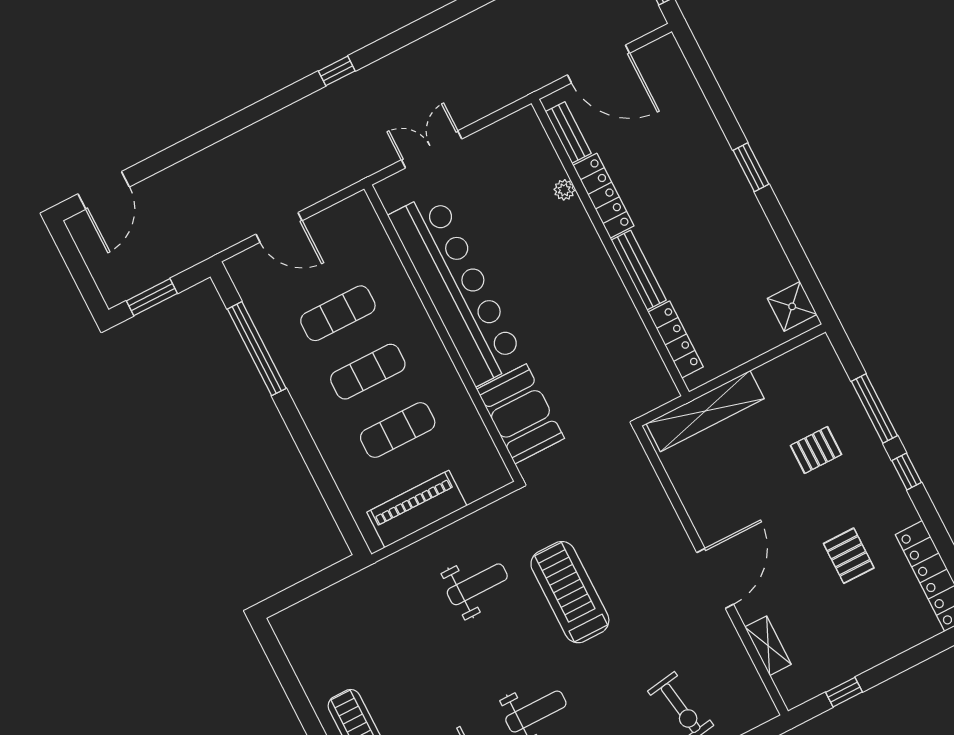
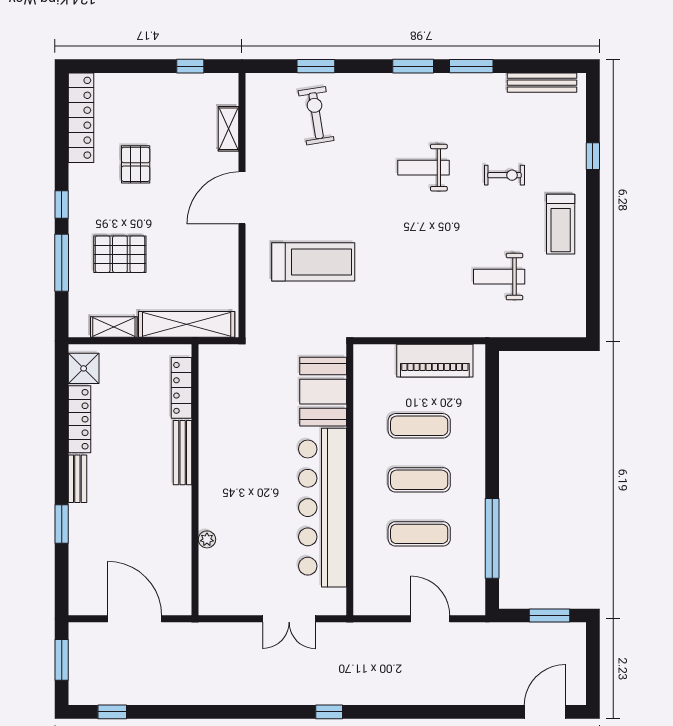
bench: (568, 133) -> (77, 479), moved
window: (751, 167) -> (62, 524), moved
locker: (603, 196) -> (79, 419), moved, turned 180
shelving: (782, 368) -> (114, 327), added
pallet: (816, 450) -> (120, 254), width x1.50, depth x1.42
weight bench: (477, 584) -> (499, 277), moved
treadmill: (570, 592) -> (313, 262), moved, turned -90

